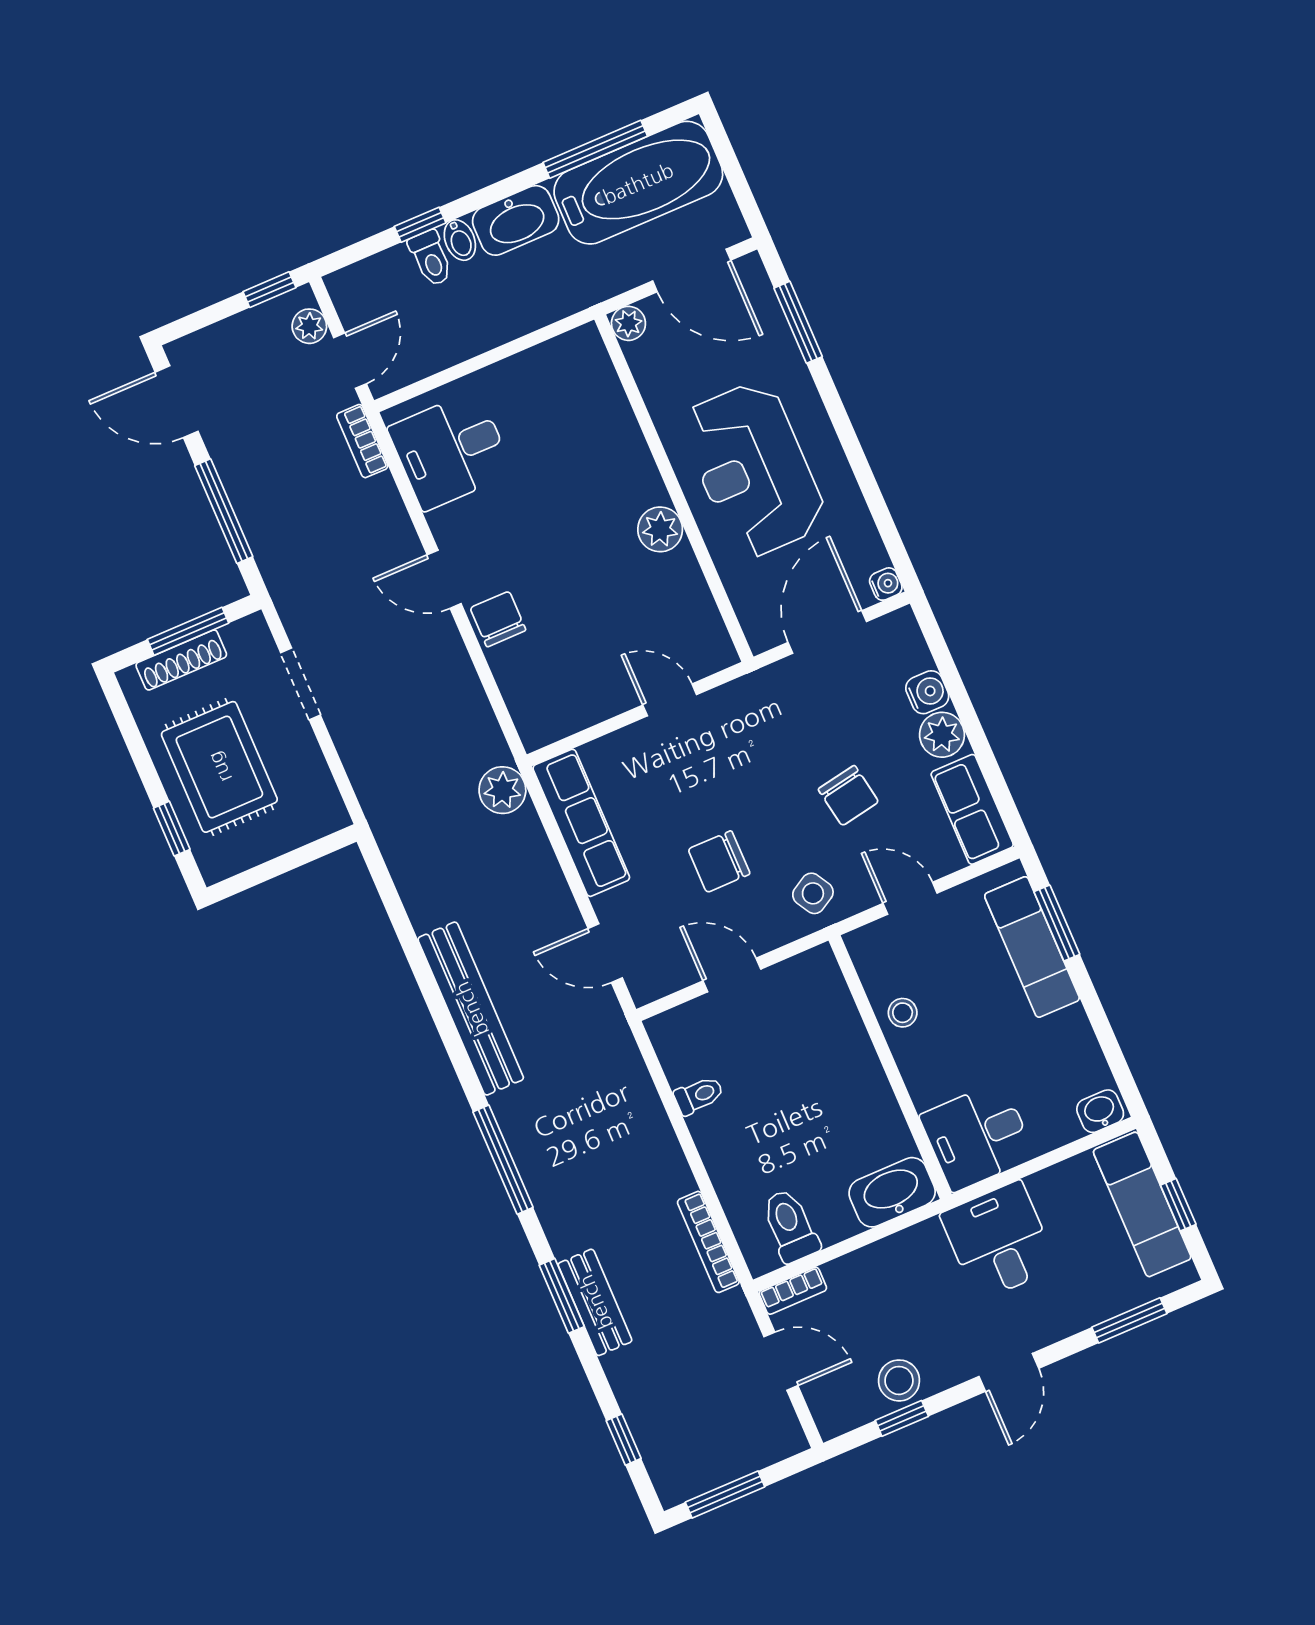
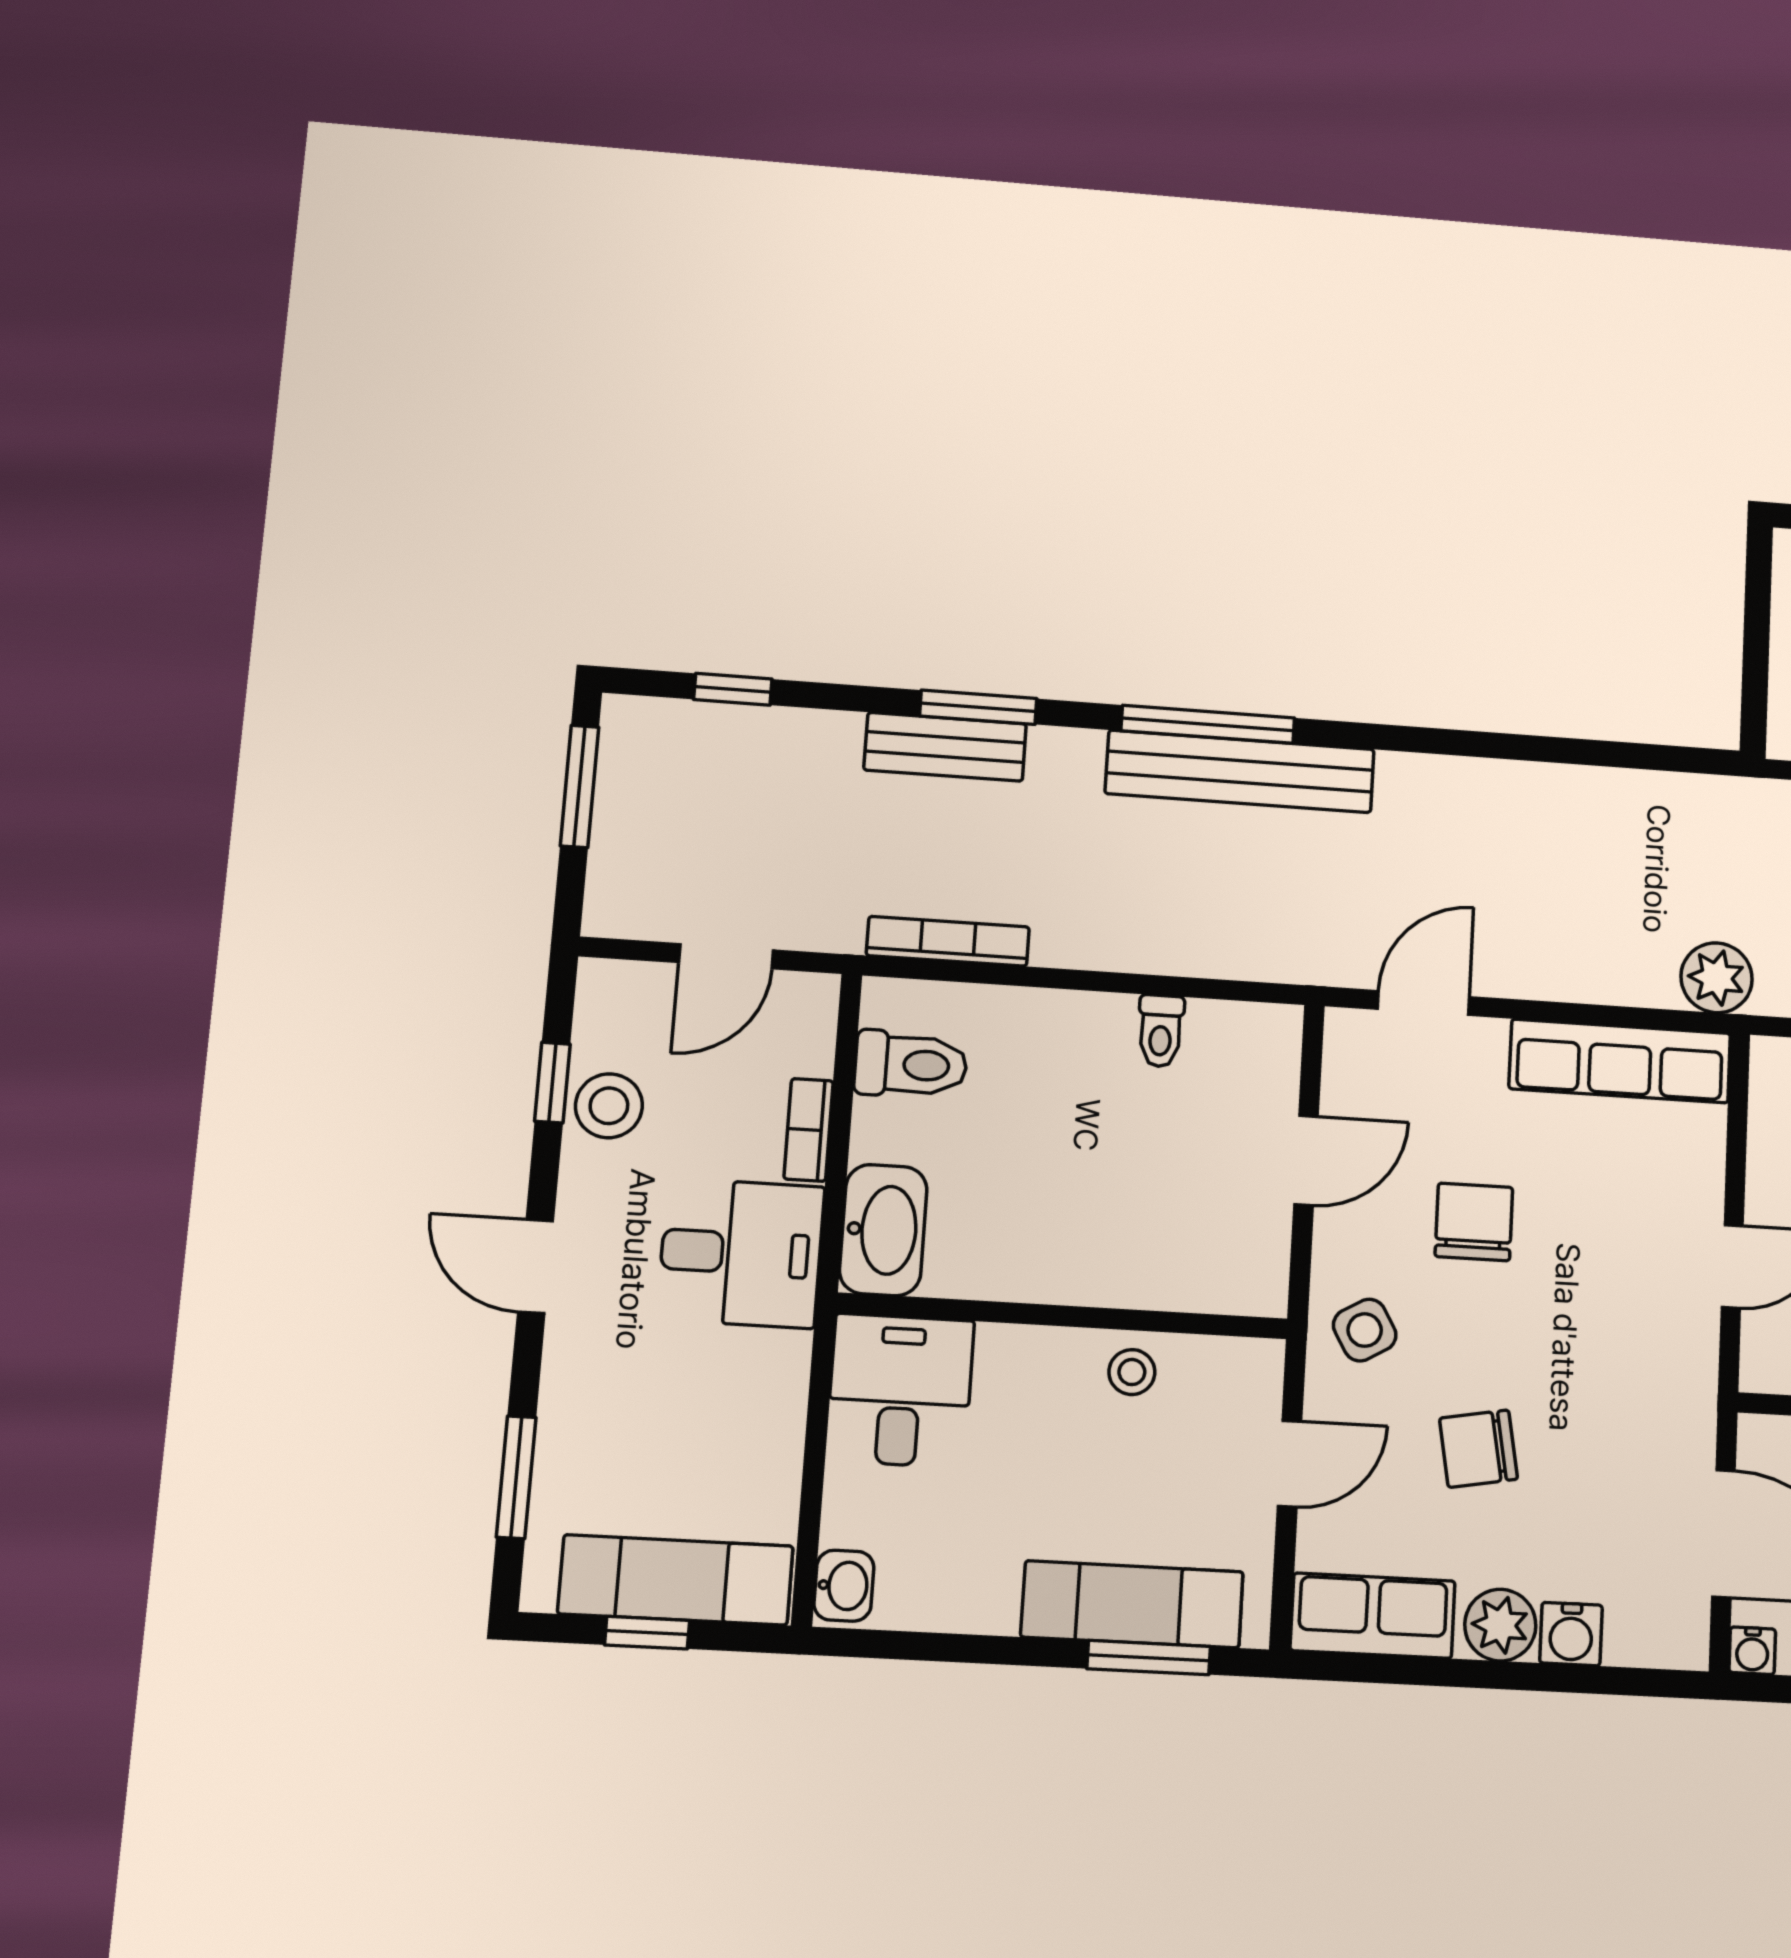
bench: (471, 1009) -> (1240, 771), moved
desk: (999, 1241) -> (741, 1253), moved
bookcase: (793, 1291) -> (809, 1130), moved

